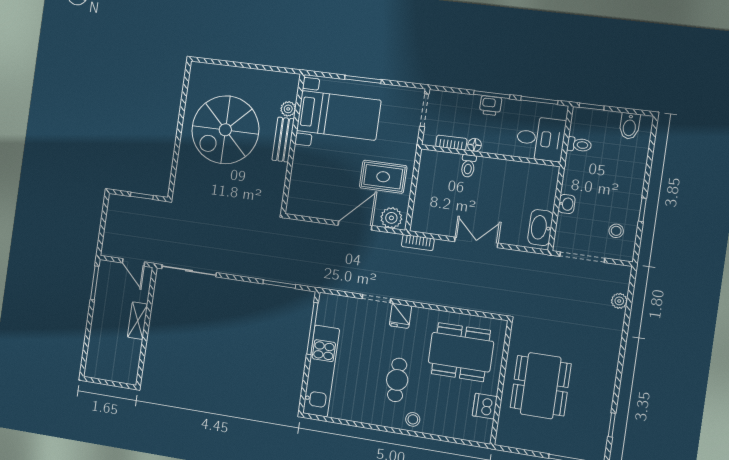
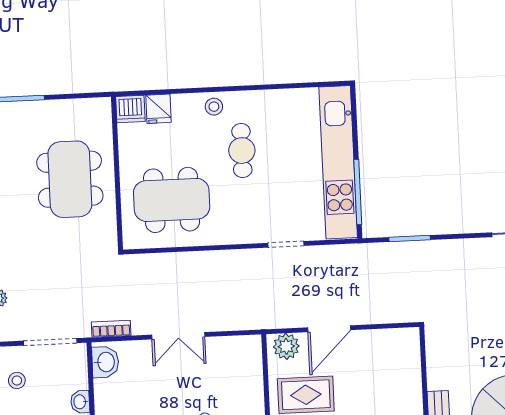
washbasin: (540, 228) -> (105, 362), width x0.72
bookcase: (418, 243) -> (111, 329), moved
fridge: (400, 316) -> (158, 109), moved, turned 180
kitchen unit: (321, 371) -> (338, 162), width x1.36
dishwasher: (485, 406) -> (130, 109), moved, turned 90

